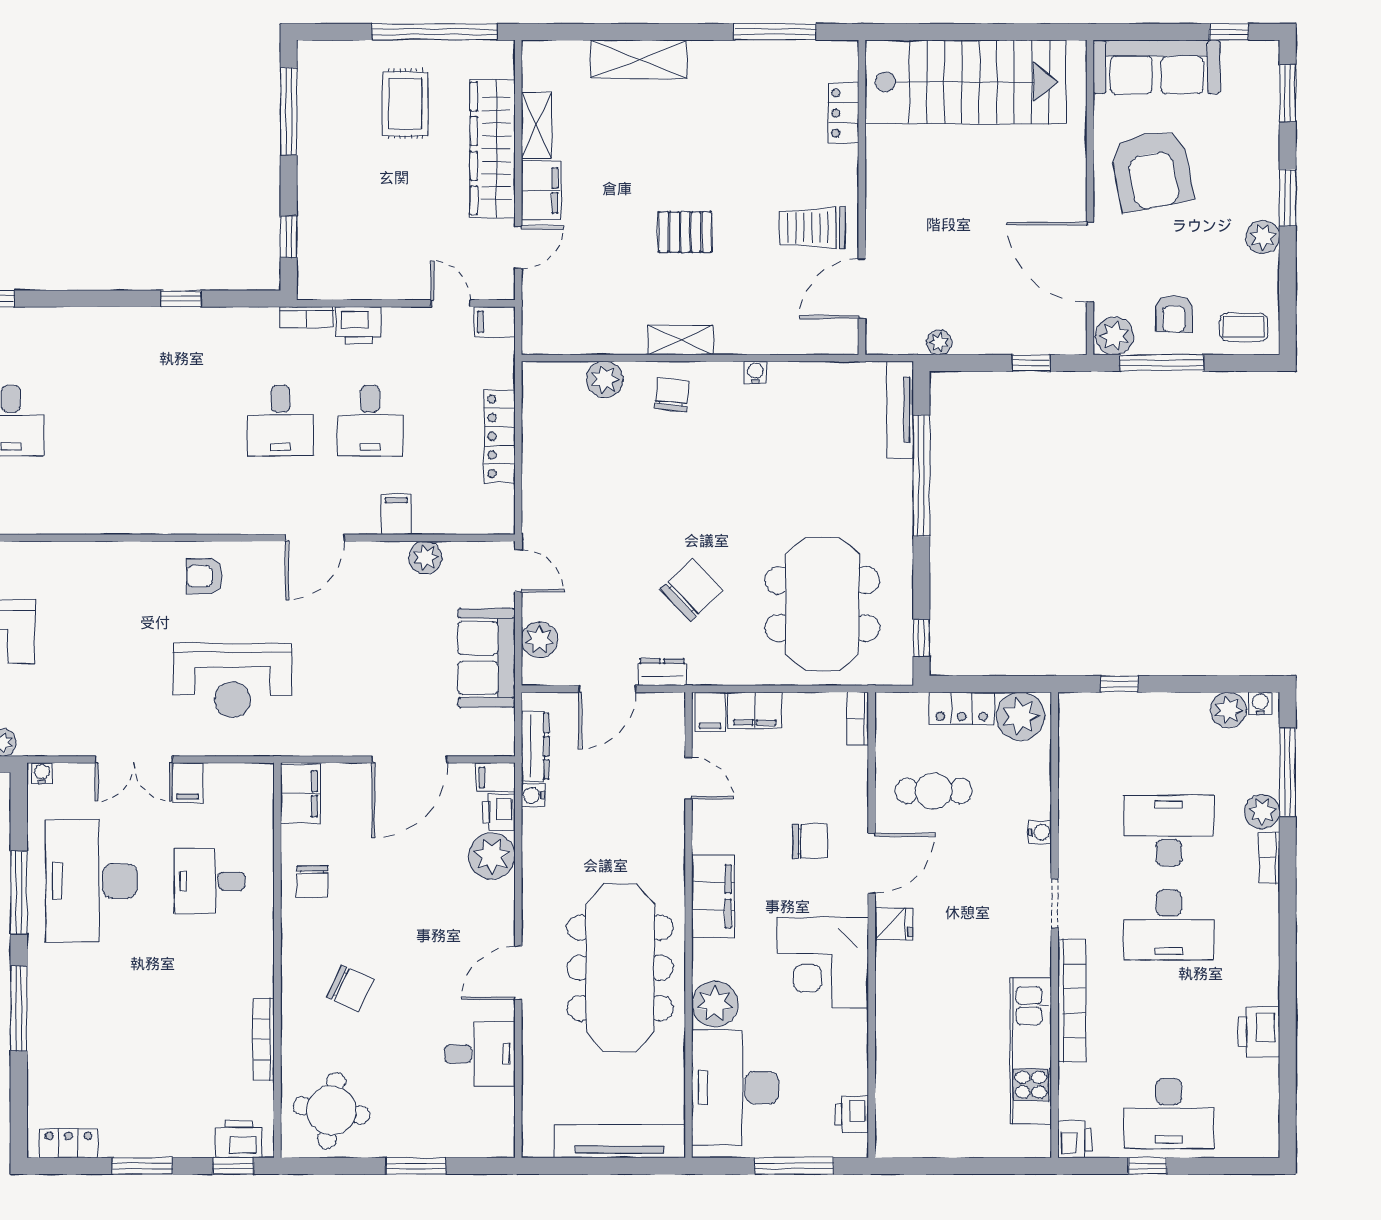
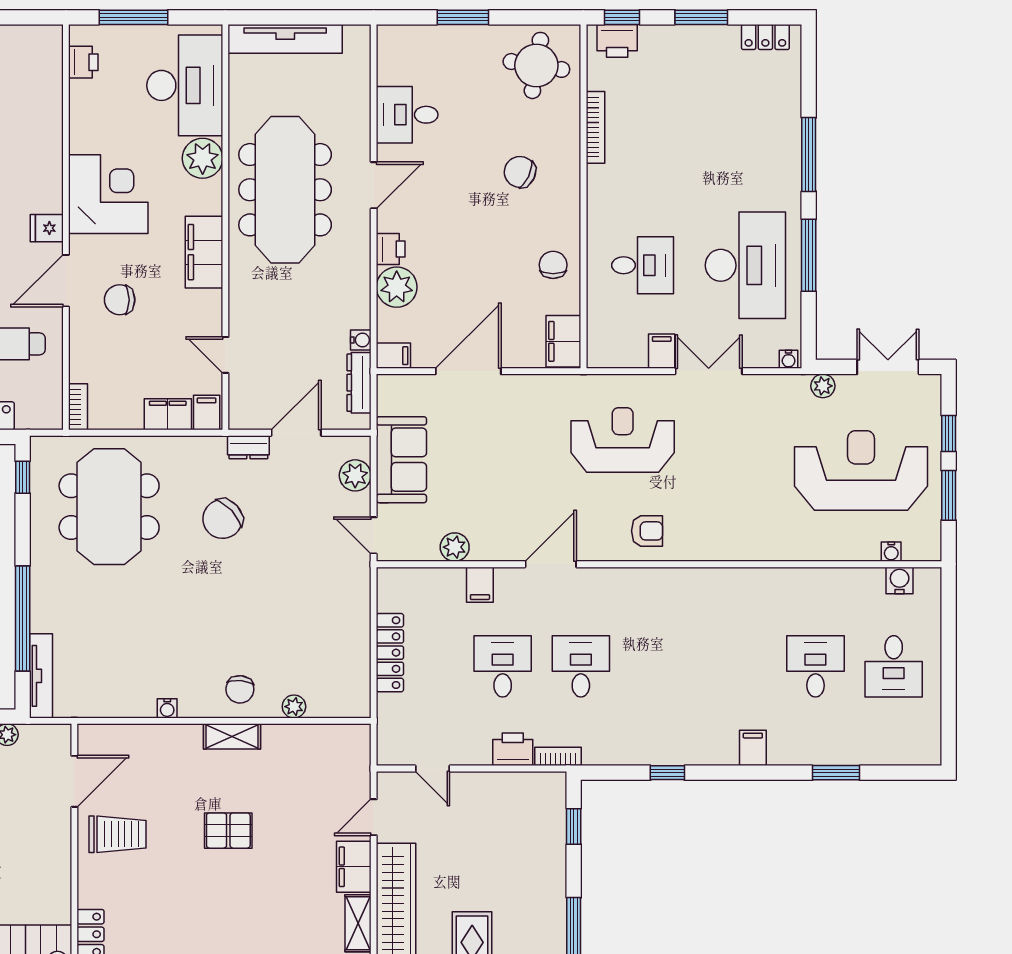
filing cabinet: (495, 322) -> (753, 748), moved, turned -90
plant: (605, 379) -> (294, 707), width x0.73, depth x0.73
printer: (499, 812) -> (391, 249), moved

